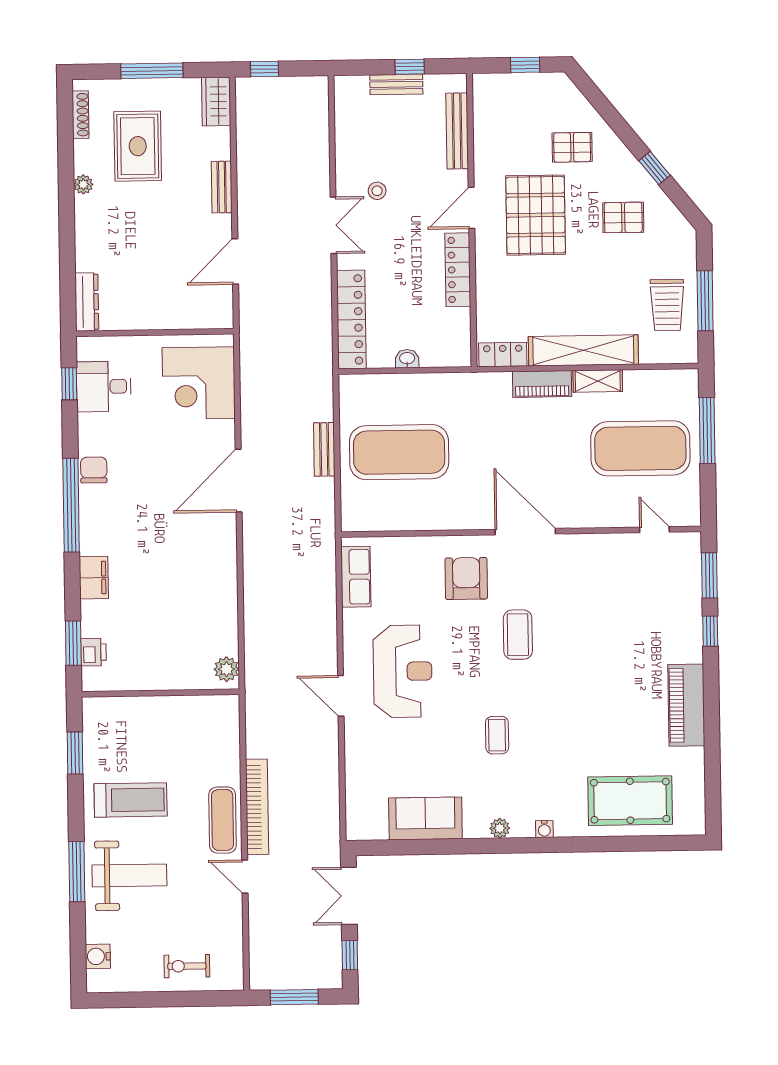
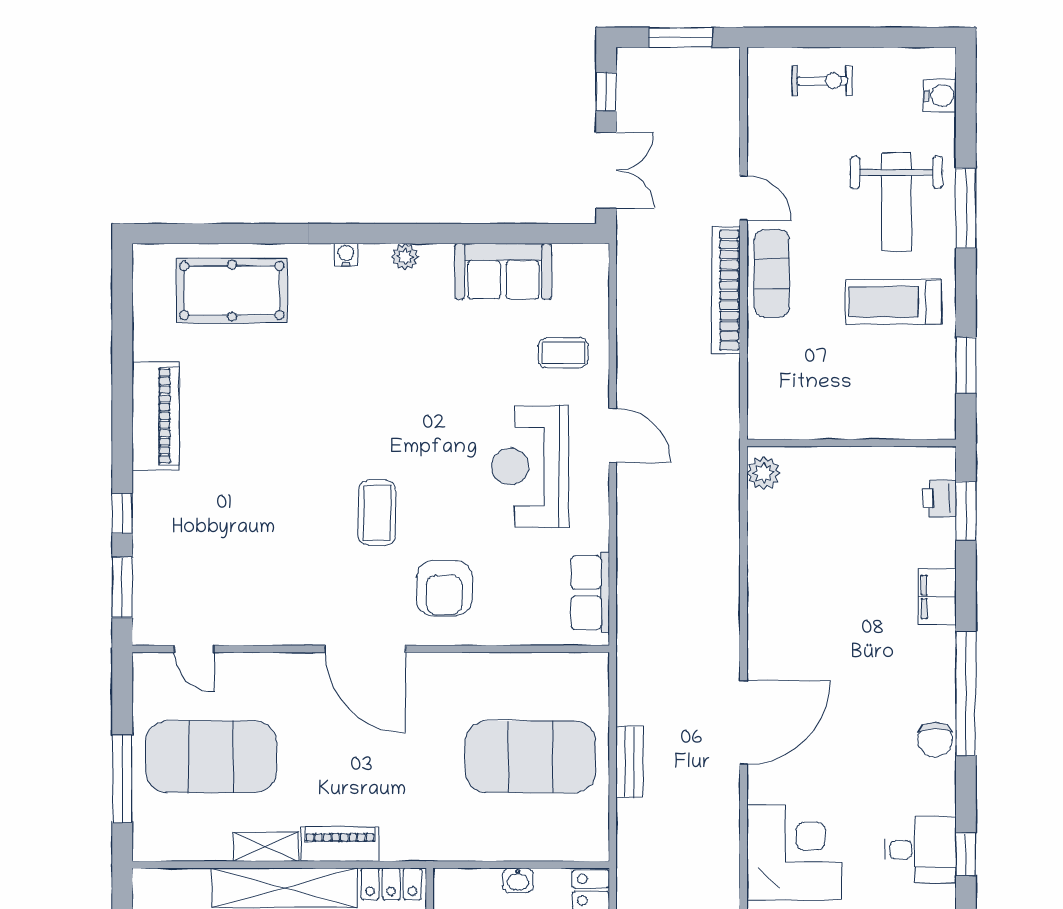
coffee table: (497, 735) -> (563, 353), moved, turned 90
weight bench: (129, 875) -> (896, 202), turned -90

